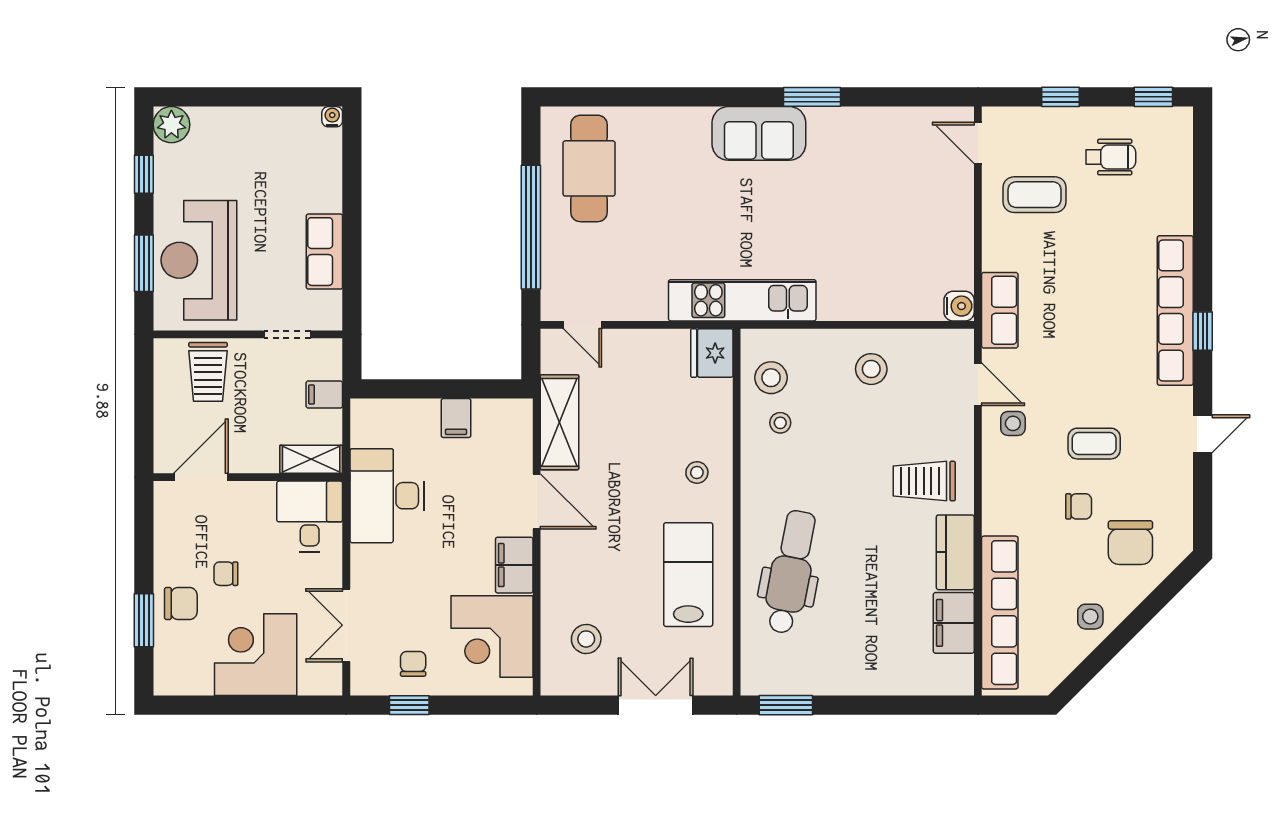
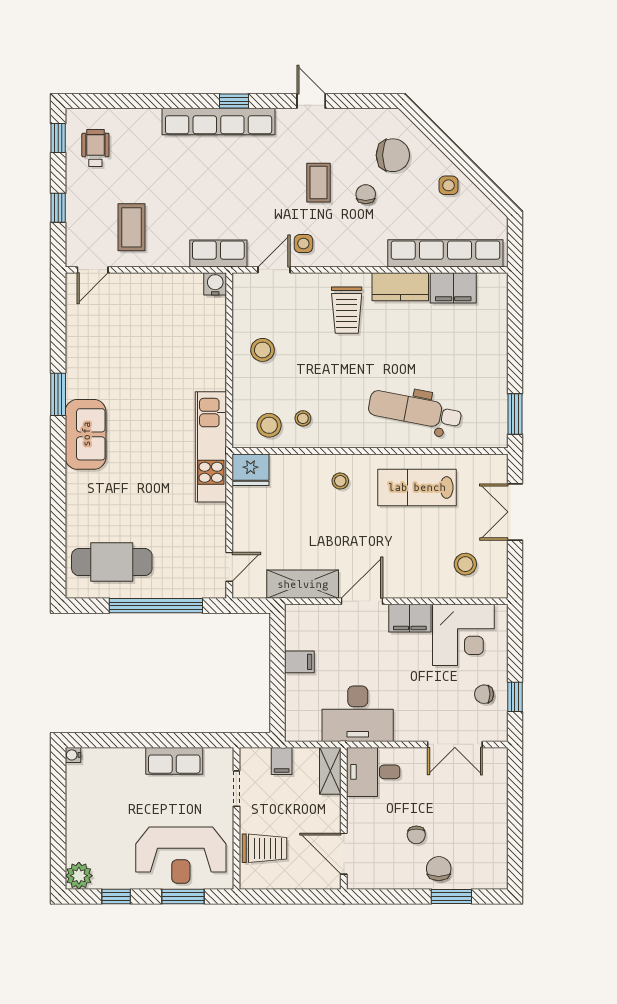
wheelchair: (1111, 157) -> (95, 148), moved
corner desk: (256, 655) -> (477, 812), removed

